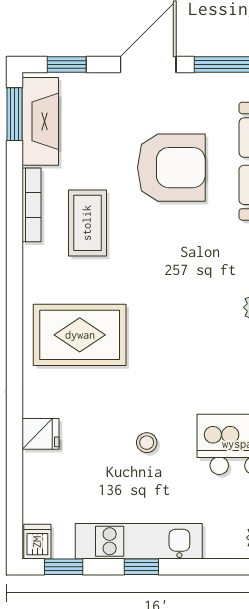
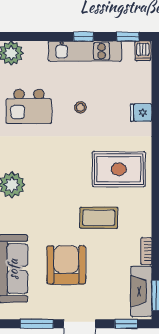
armchair: (171, 168) -> (66, 265), turned 90
bookcase: (31, 205) -> (146, 251), width x0.64
coffee table: (87, 223) -> (99, 218), moved, turned 90

